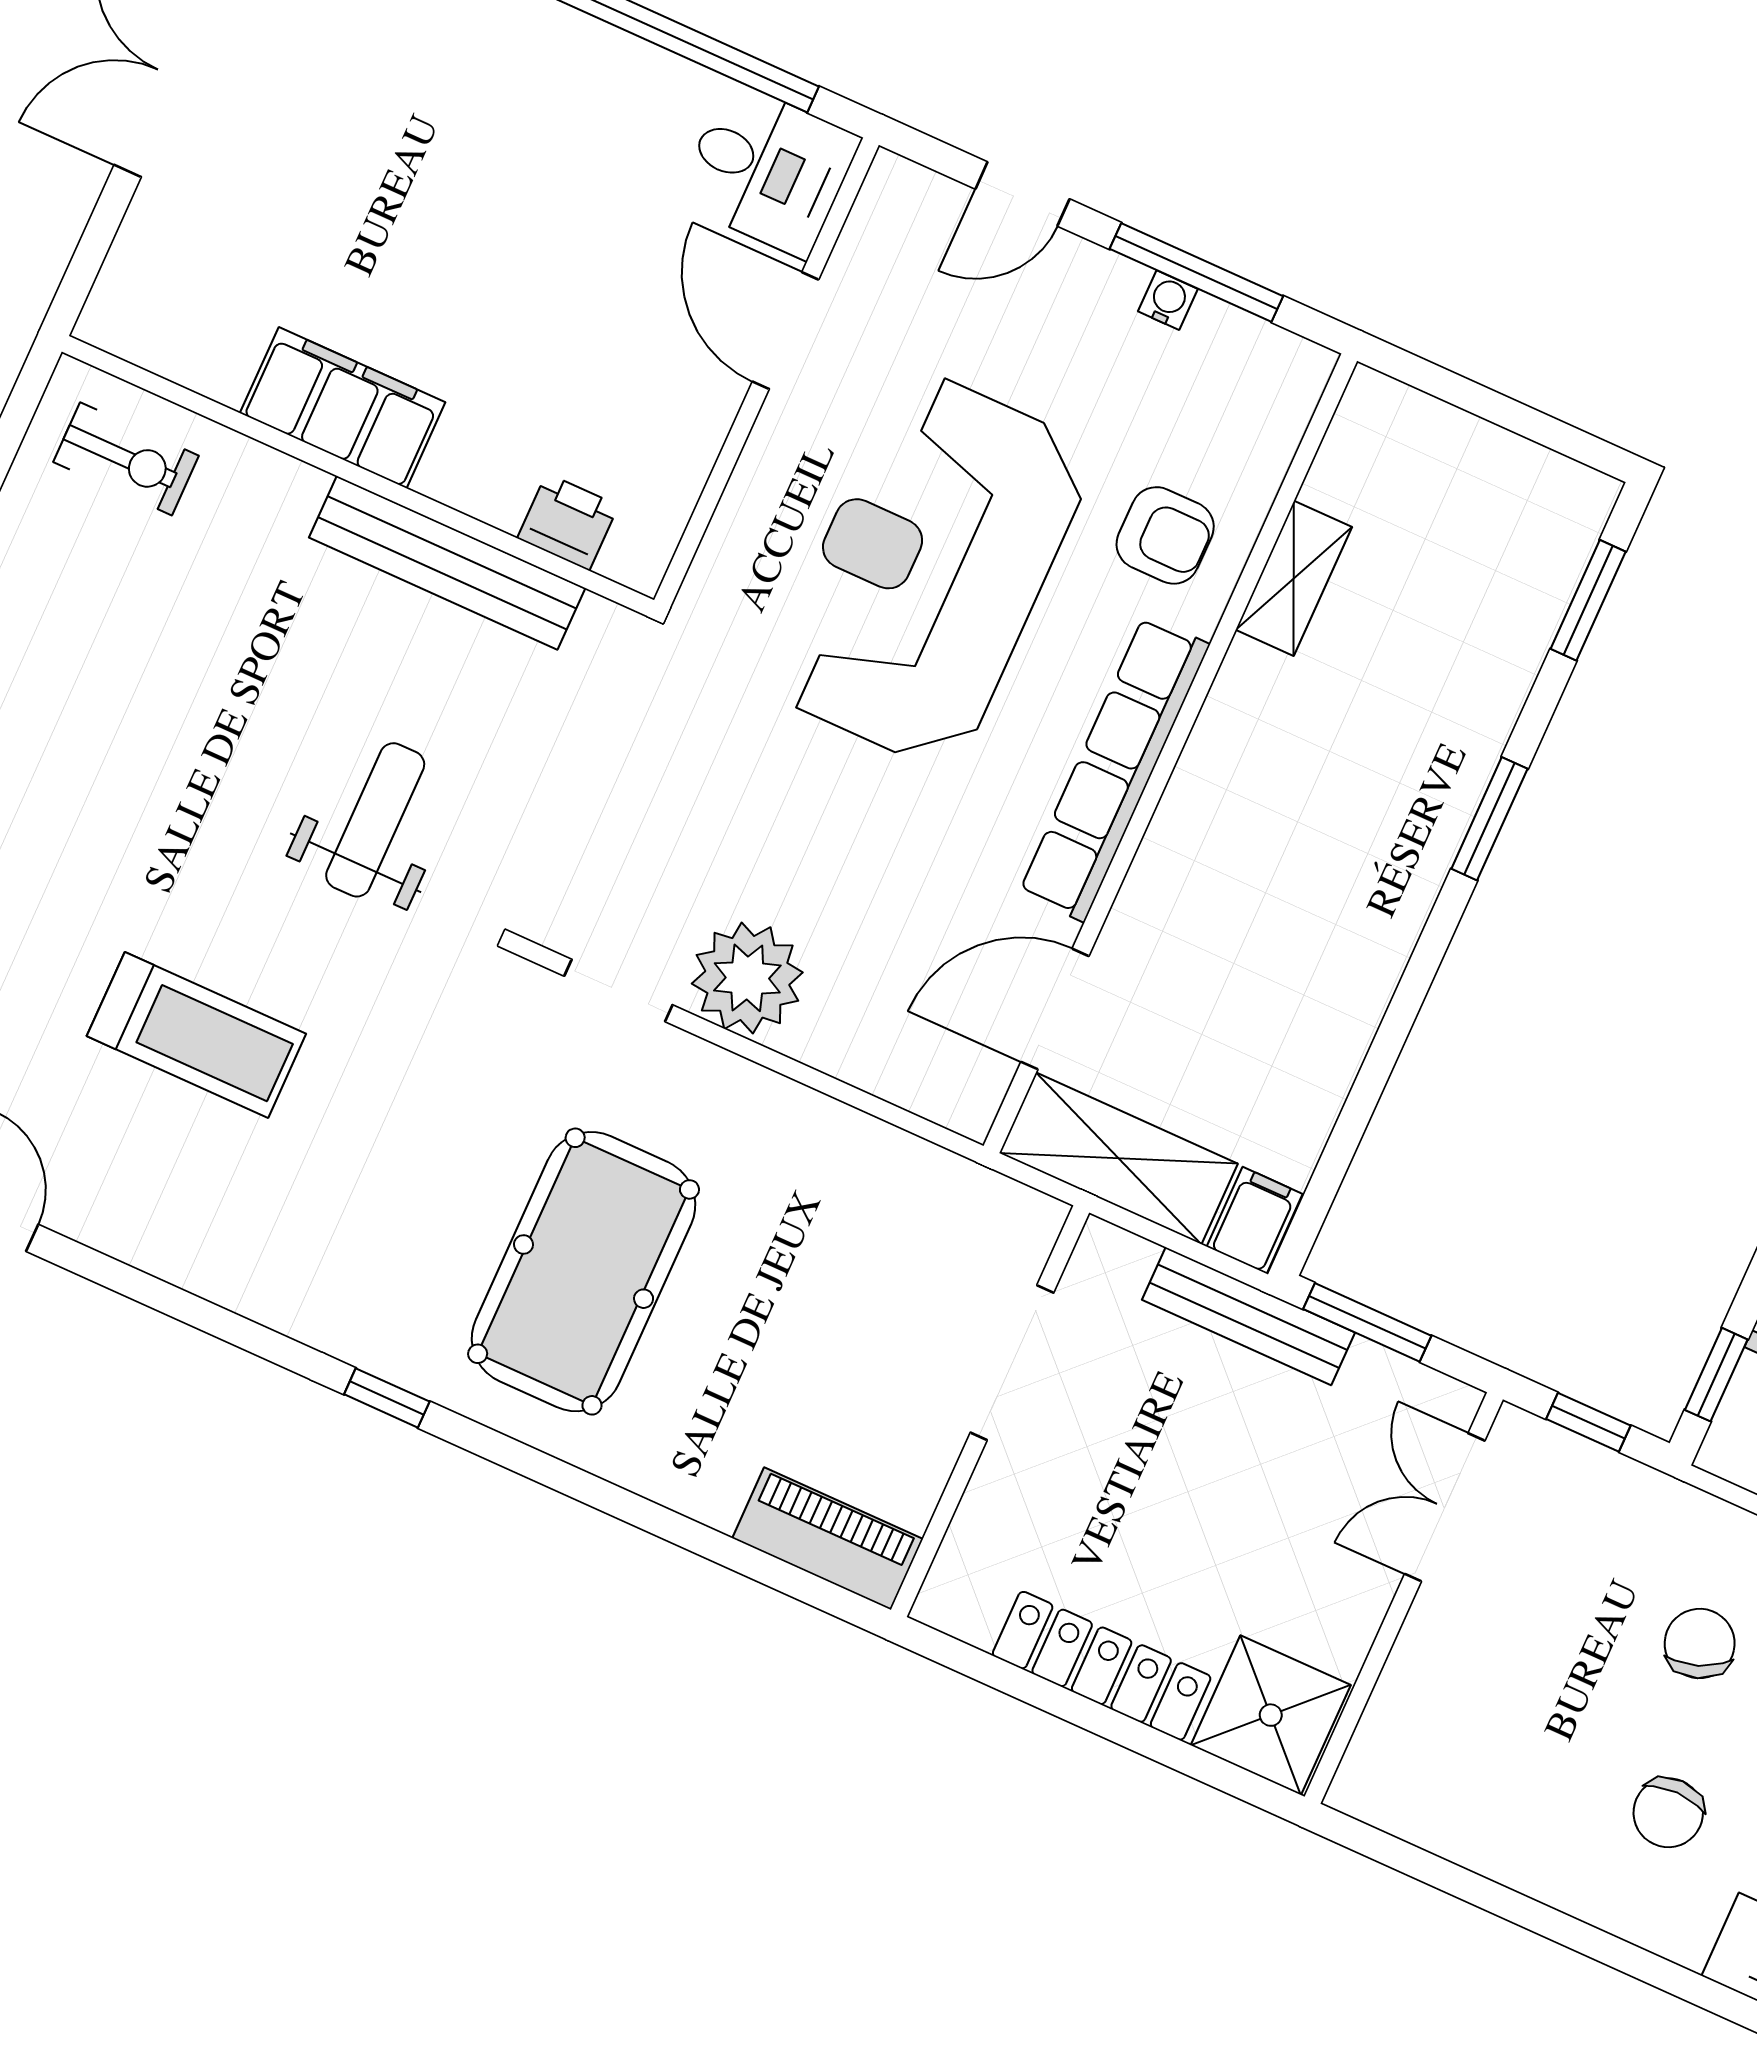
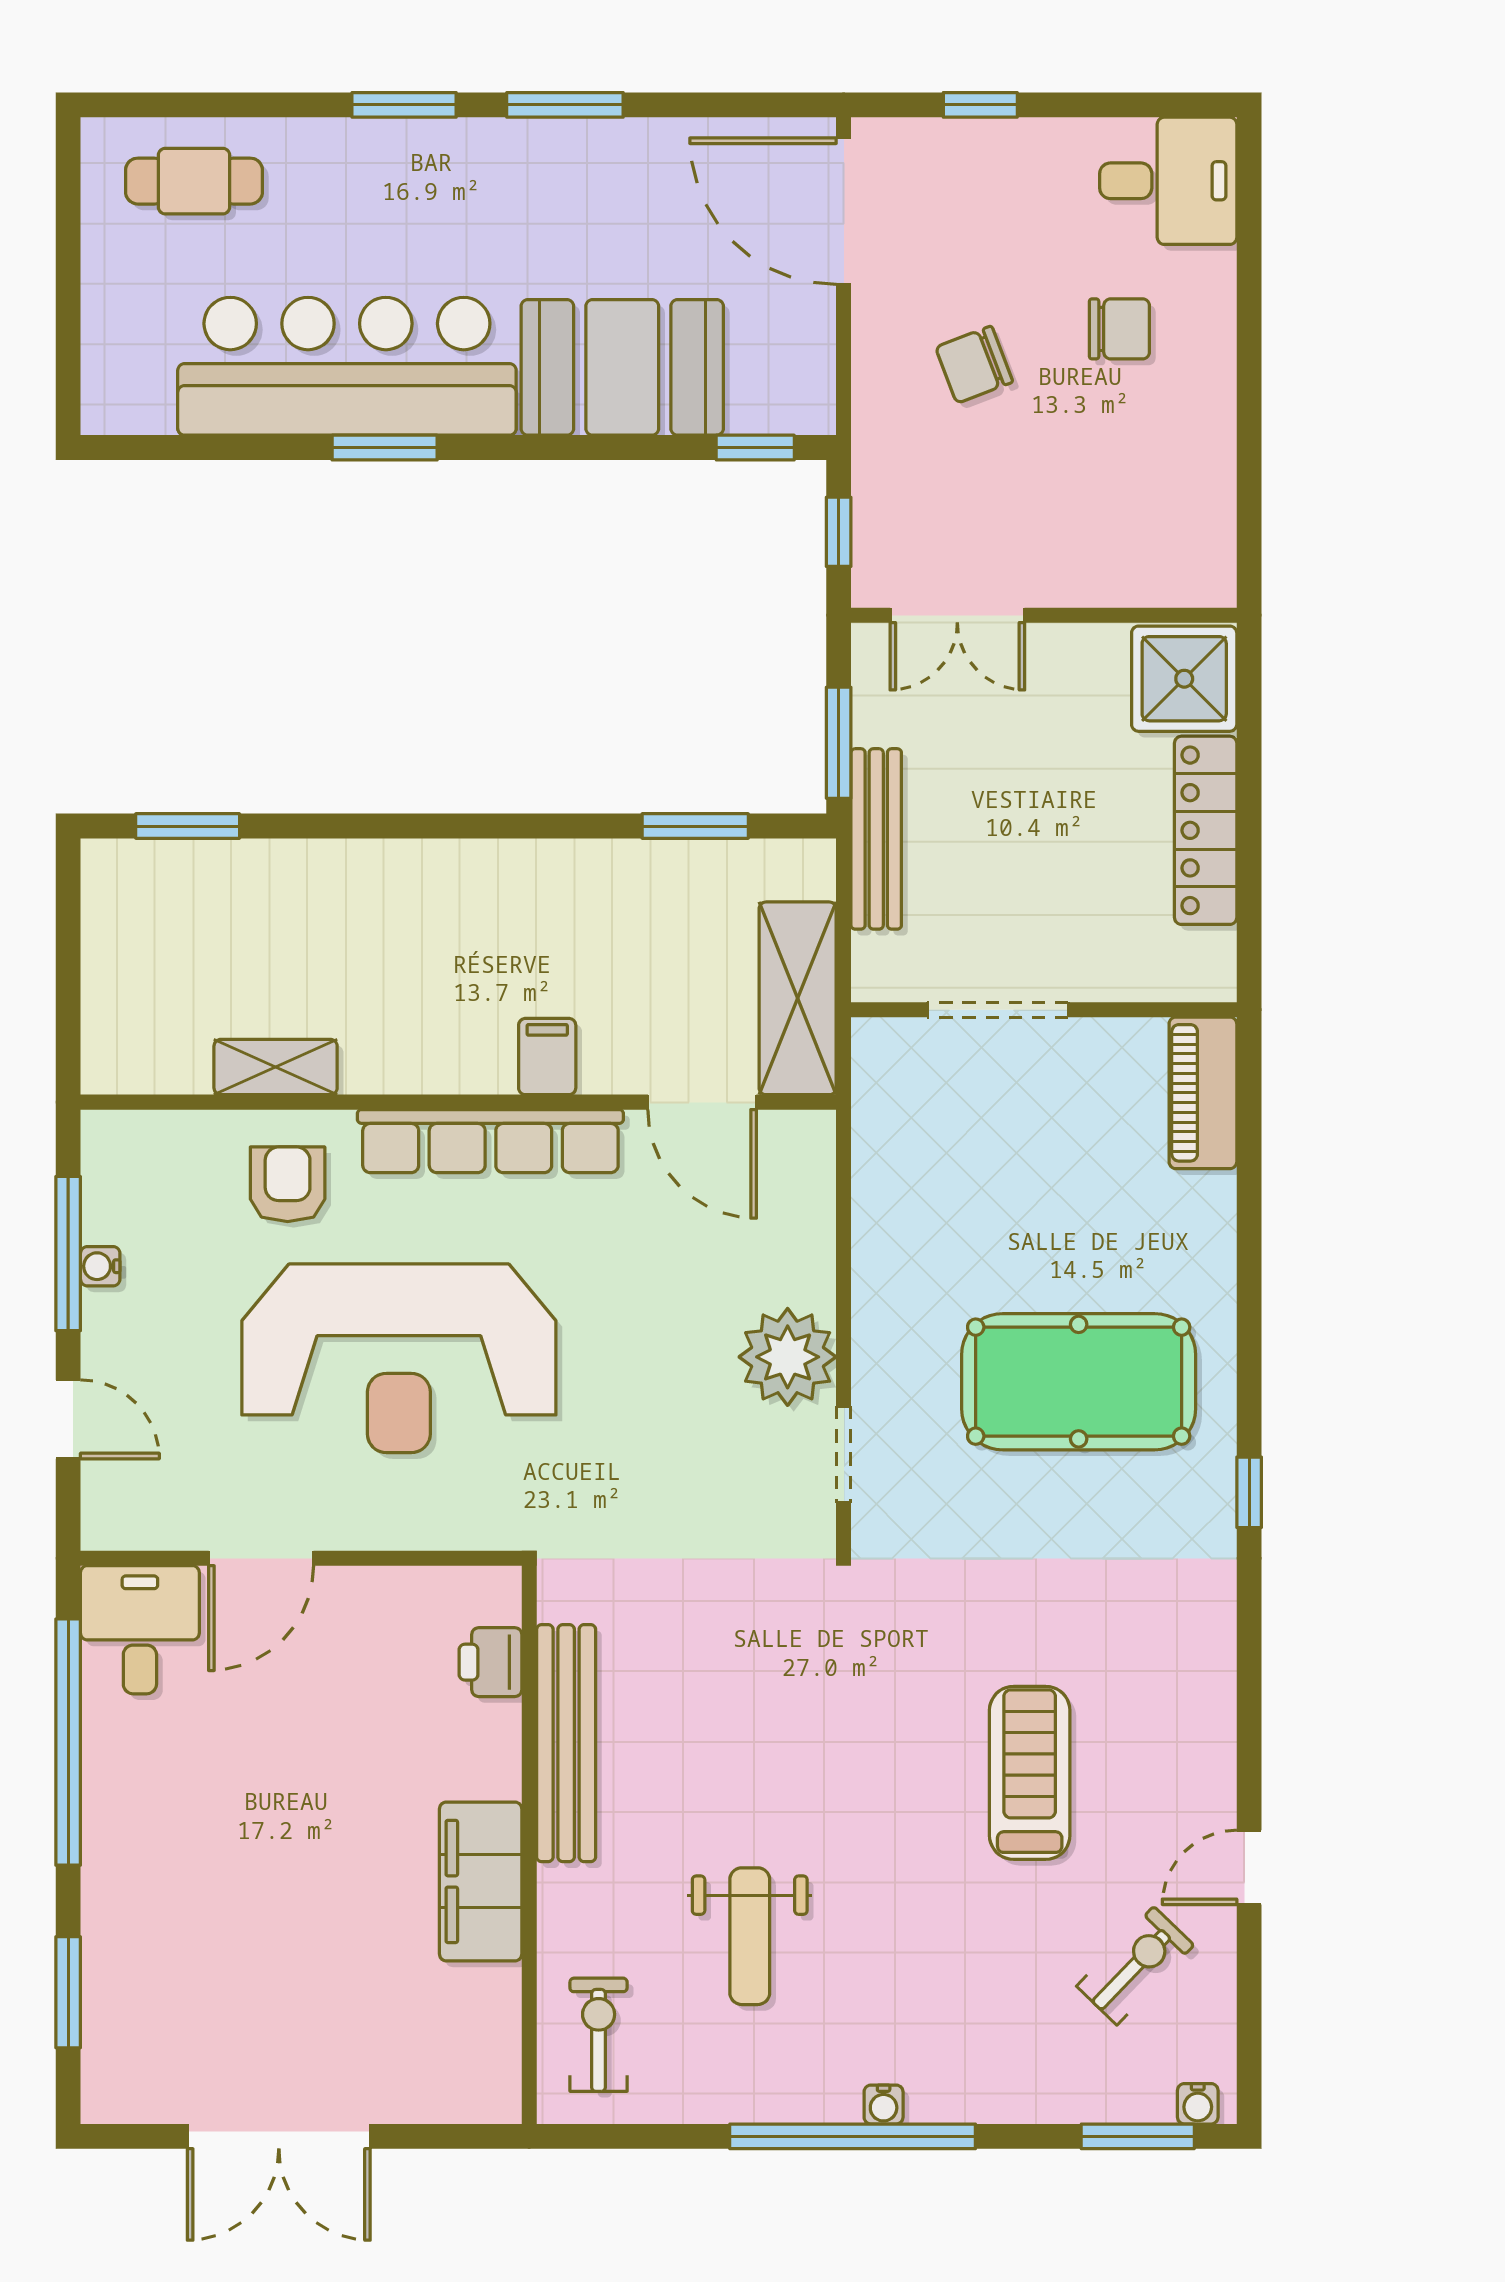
window: (1489, 819) -> (695, 826), moved
weight bench: (375, 820) -> (750, 1936), moved, turned -90
filing cabinet: (1255, 1220) -> (547, 1057), moved, turned 90

